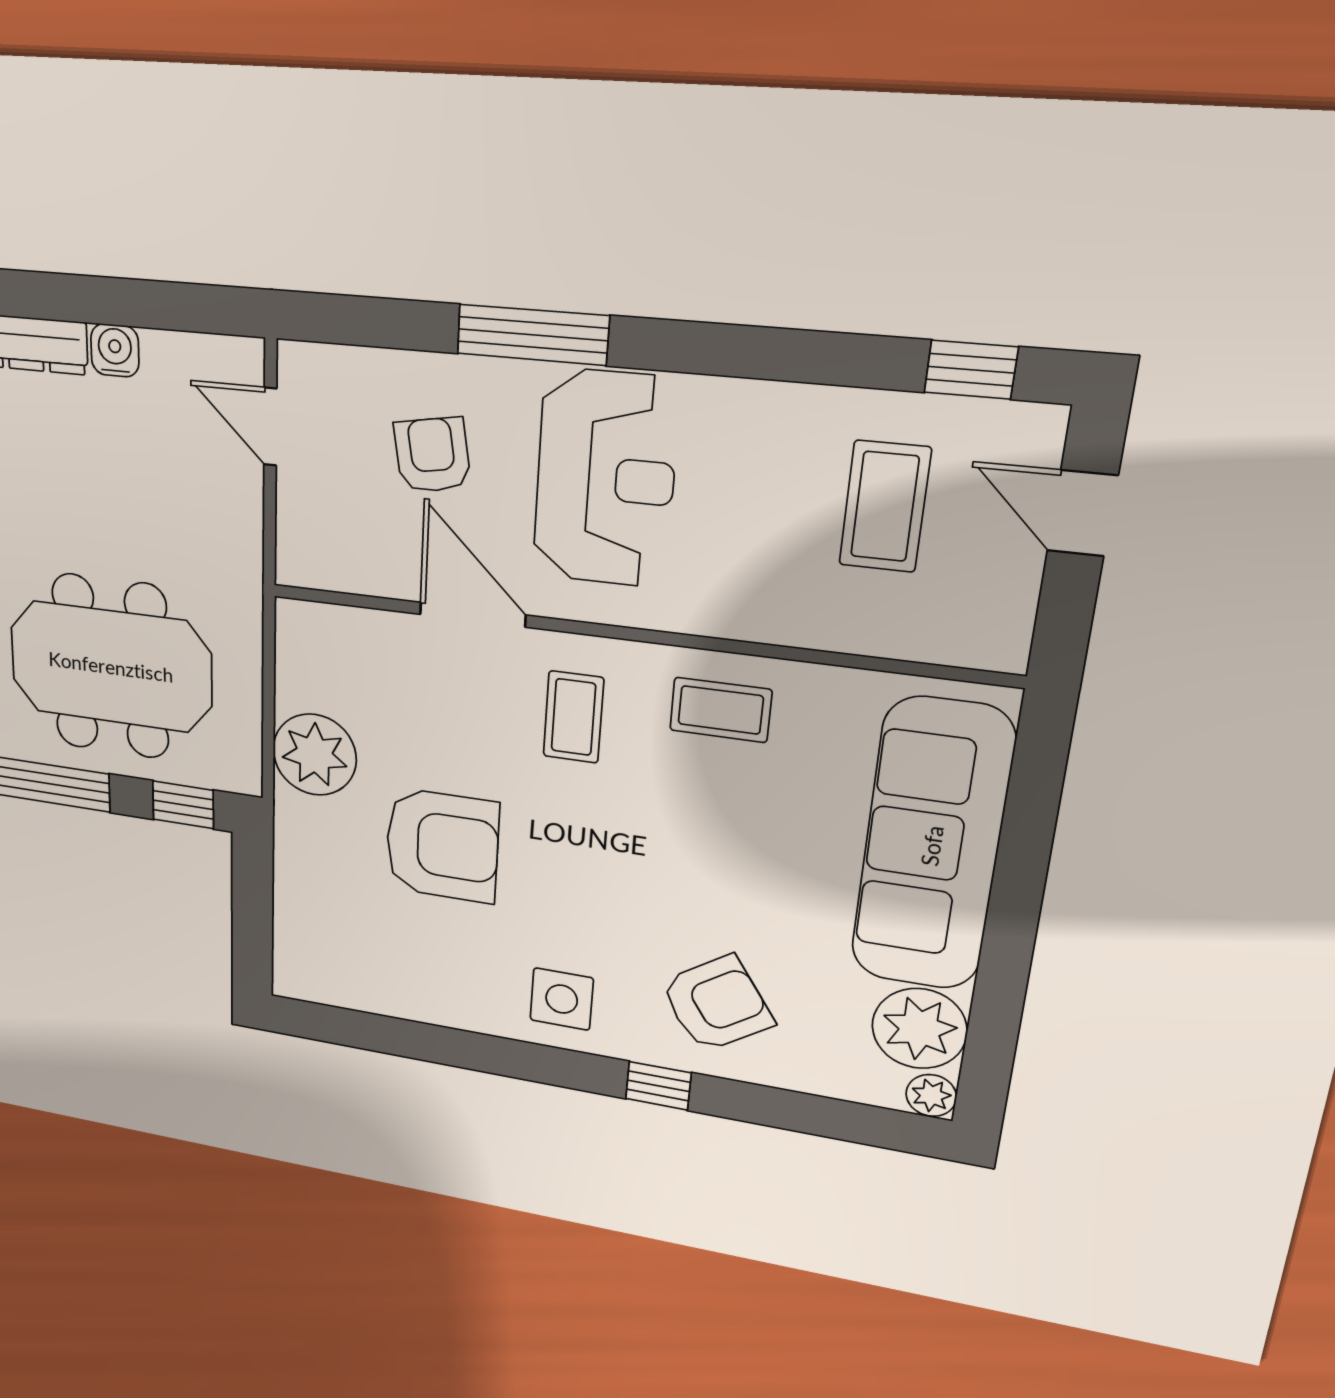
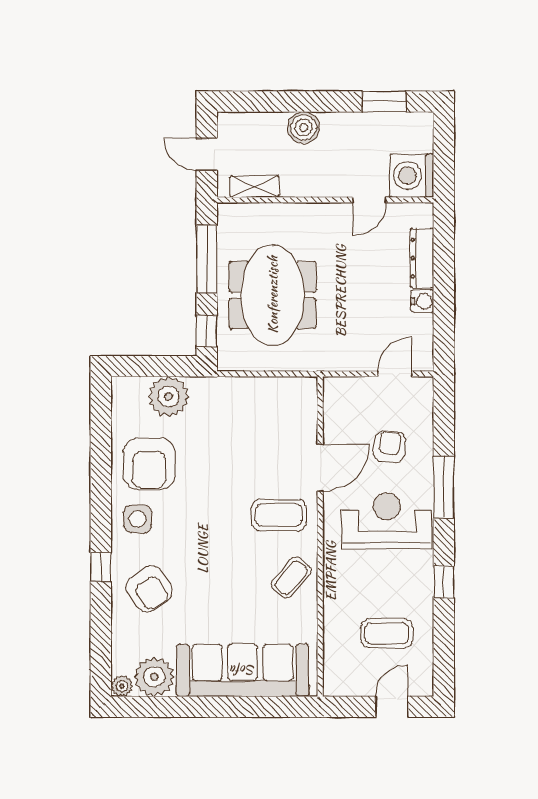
window: (971, 370) -> (444, 582), moved
armchair: (432, 455) -> (389, 447), turned -73
reception desk: (605, 479) -> (387, 521), turned 180
coffee table: (721, 710) -> (291, 578), turned 41
coffee table: (573, 717) -> (279, 515), width x1.36, depth x1.30
plant: (315, 755) -> (169, 397), moved
armchair: (442, 845) -> (149, 464), moved

